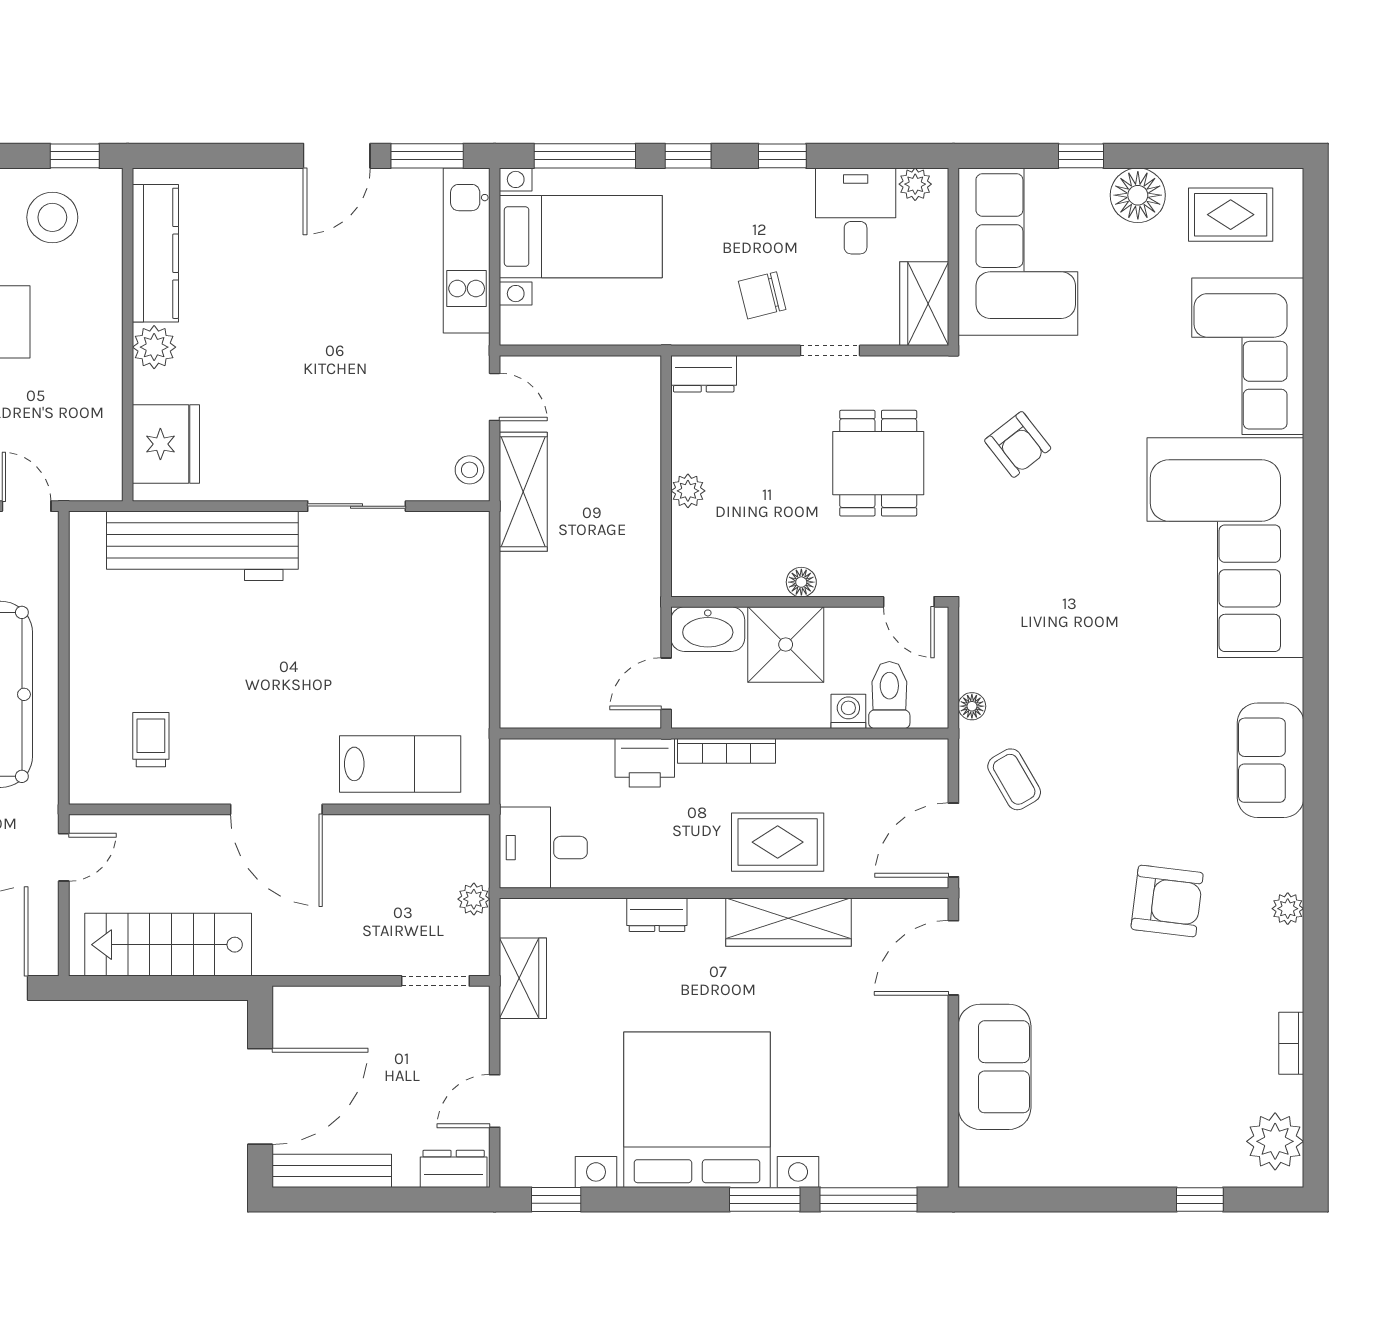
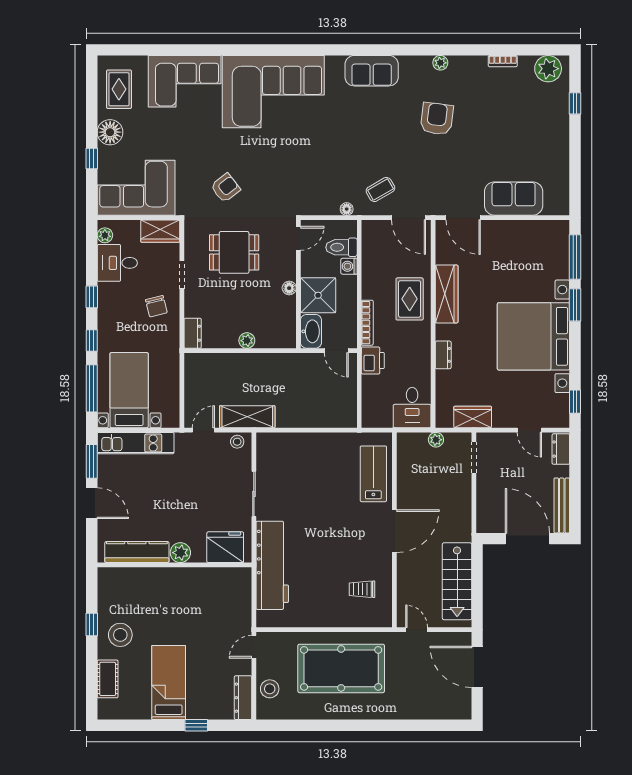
kitchen counter: (155, 253) -> (137, 552), moved
wall: (128, 335) -> (175, 565), moved
plant: (154, 347) -> (180, 553), moved
fridge: (166, 444) -> (225, 547), moved

